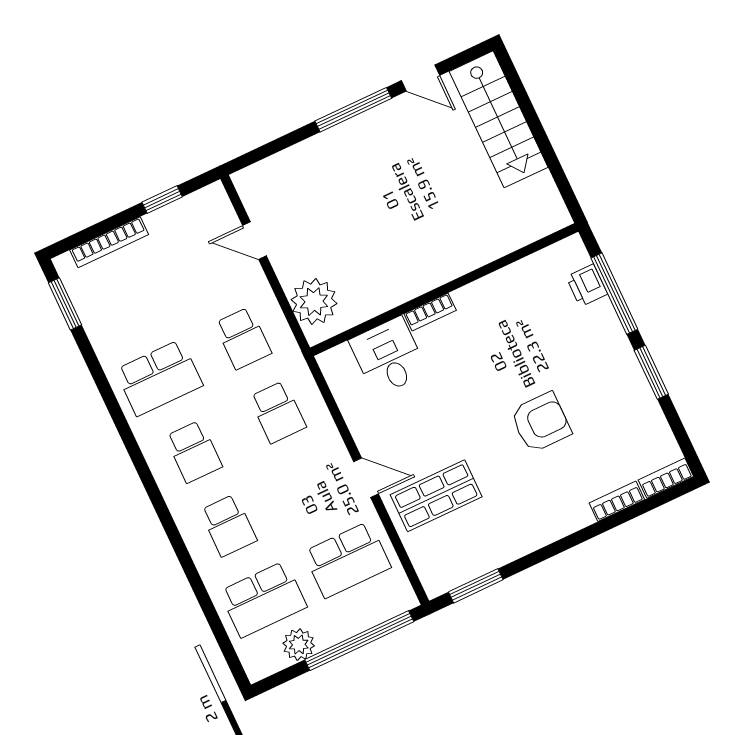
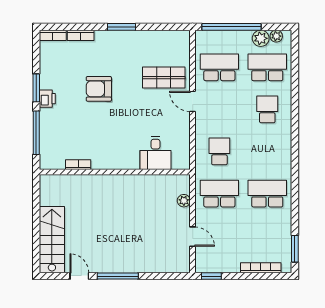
window: (162, 200) -> (211, 276), moved
printer: (587, 285) -> (47, 99), moved
plant: (314, 302) -> (184, 201), width x0.53, depth x0.53
bookcase: (430, 312) -> (78, 165), moved
school desk: (243, 338) -> (219, 194), width x1.85
school desk: (194, 452) -> (267, 151), removed
window: (476, 586) -> (122, 27), moved
plant: (273, 661) -> (276, 36), added

